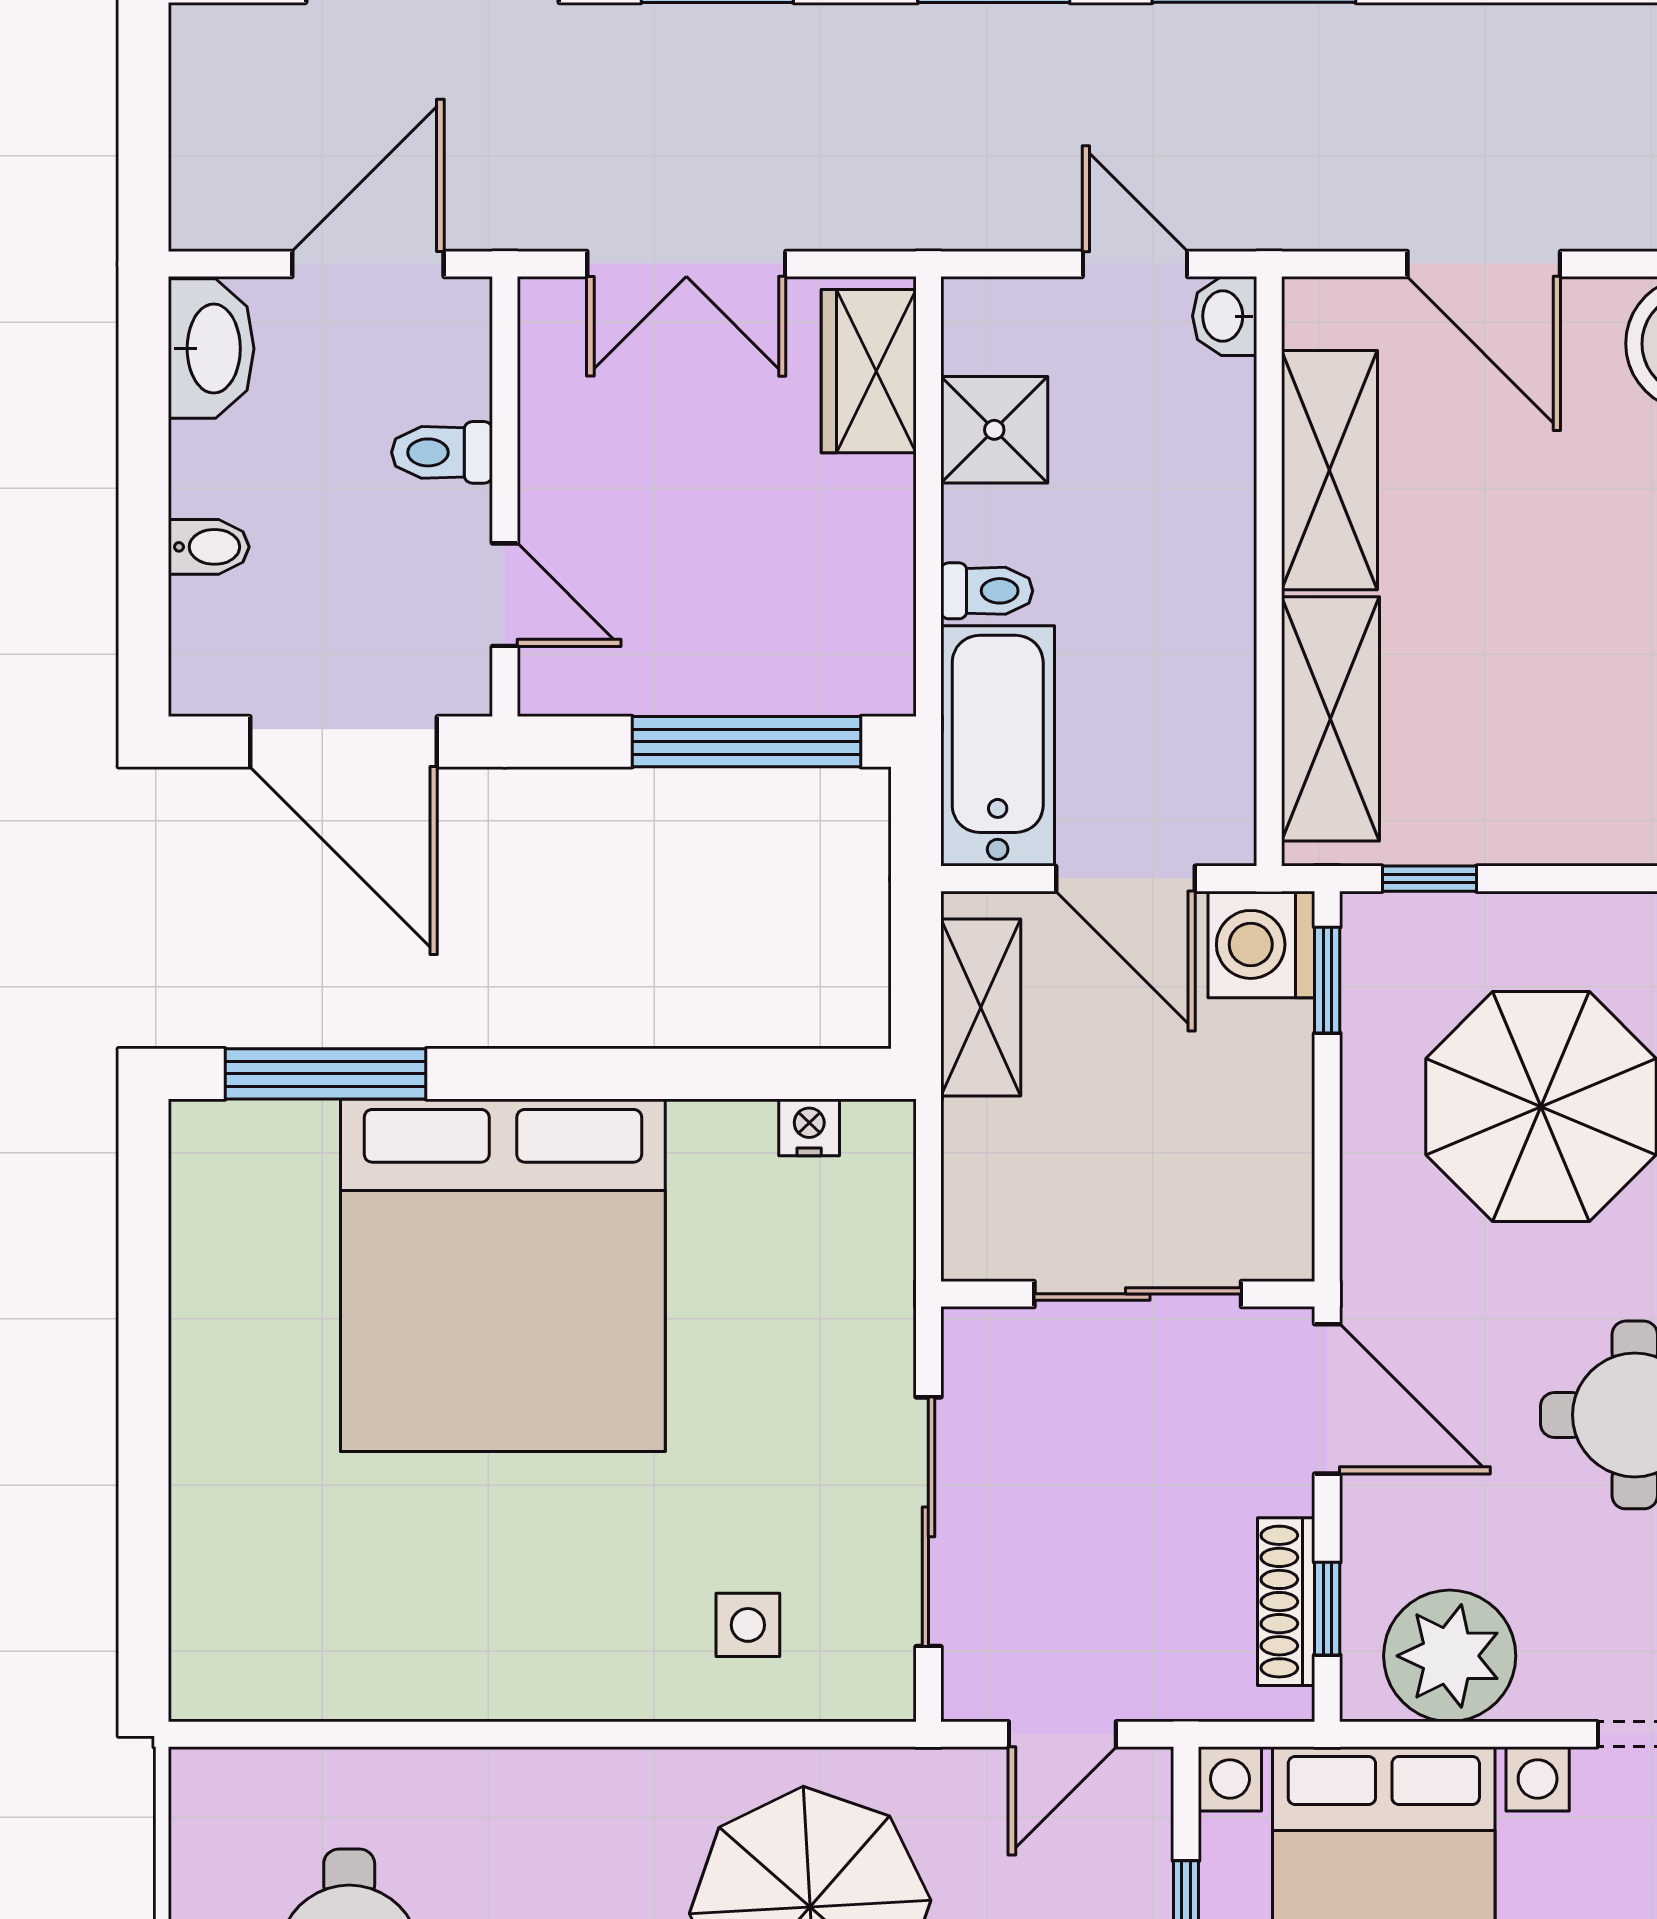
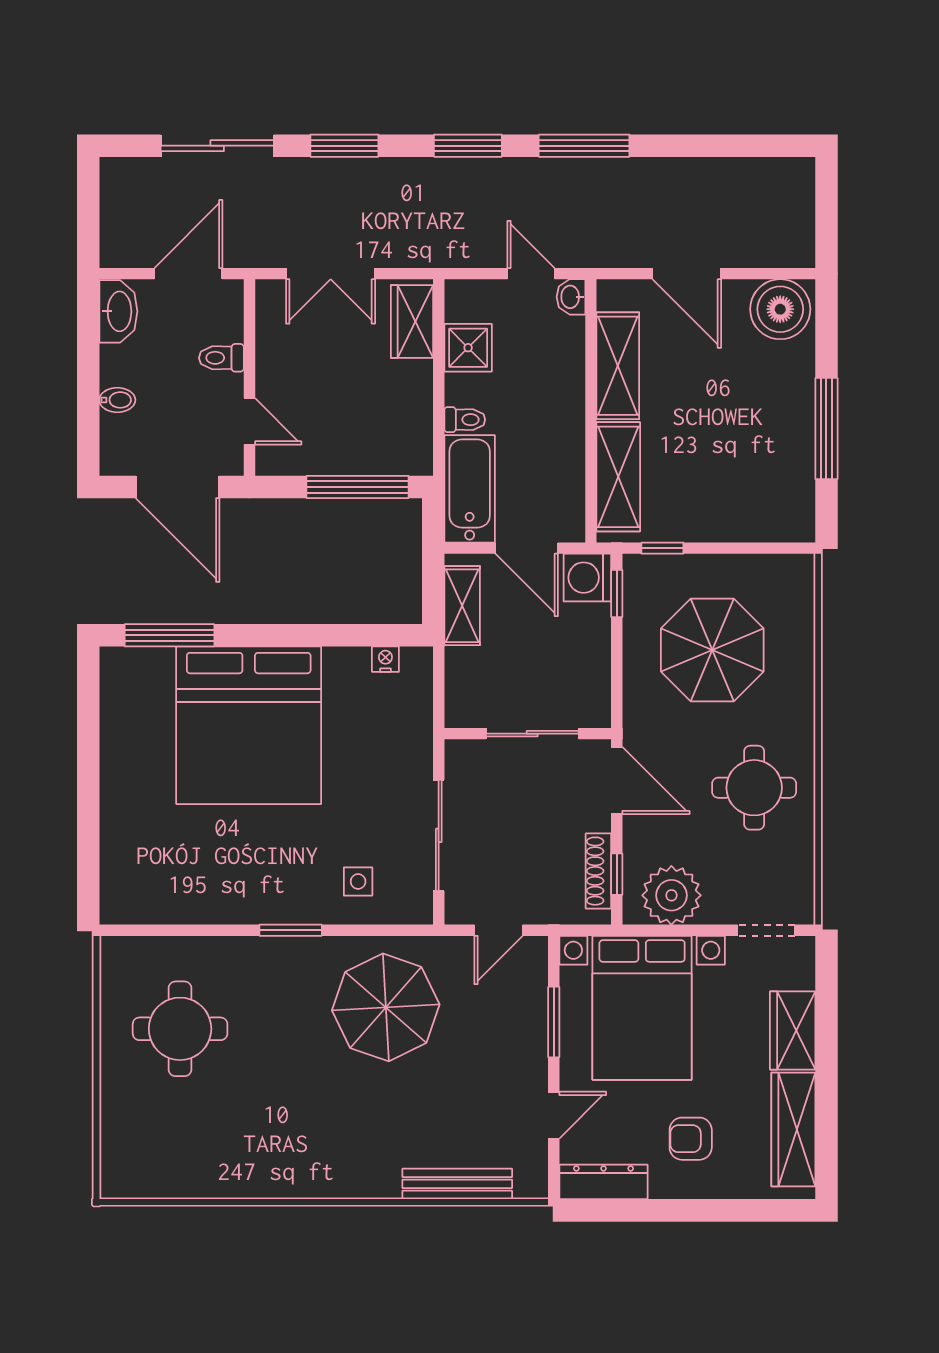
window: (597, 1734) -> (291, 930), added

